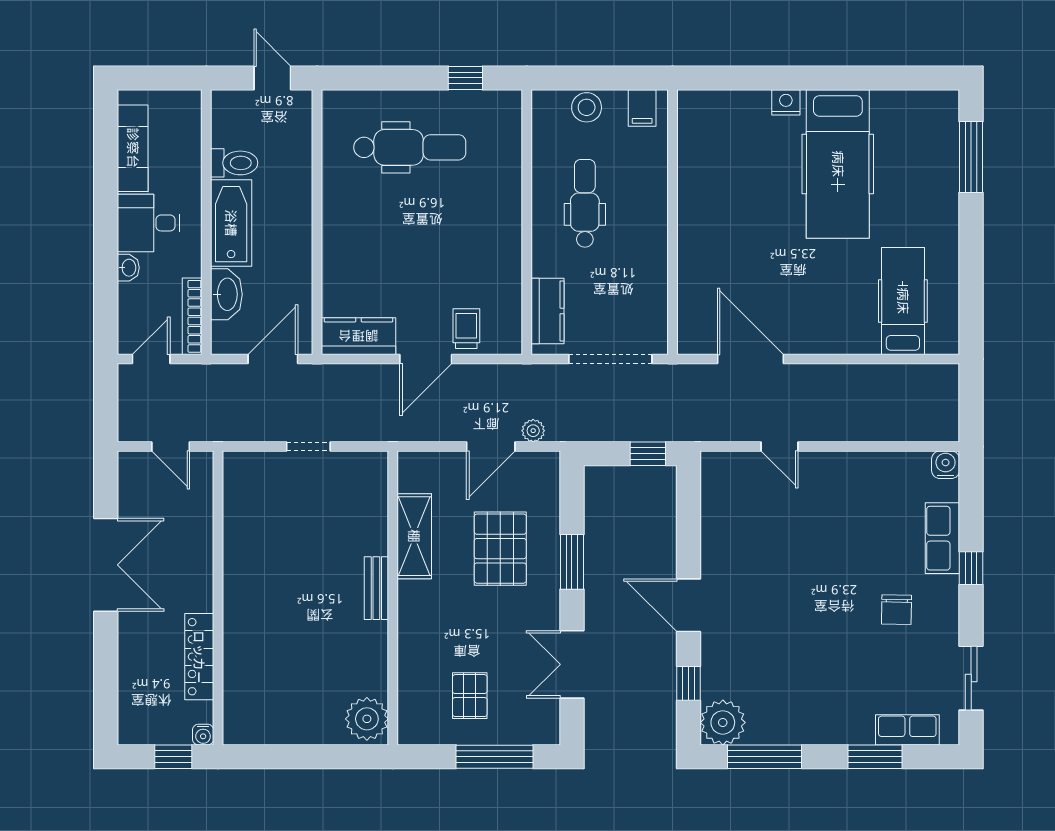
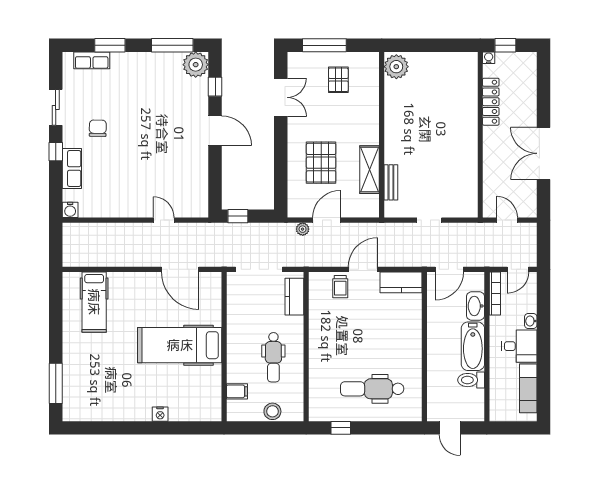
filing cabinet: (642, 108) -> (237, 391), moved, turned 90
hospital bed: (838, 164) -> (180, 345), moved, turned -90
window: (572, 562) -> (281, 155), removed
bench: (376, 588) -> (391, 182), moved
sliding door: (971, 678) -> (56, 107), moved

